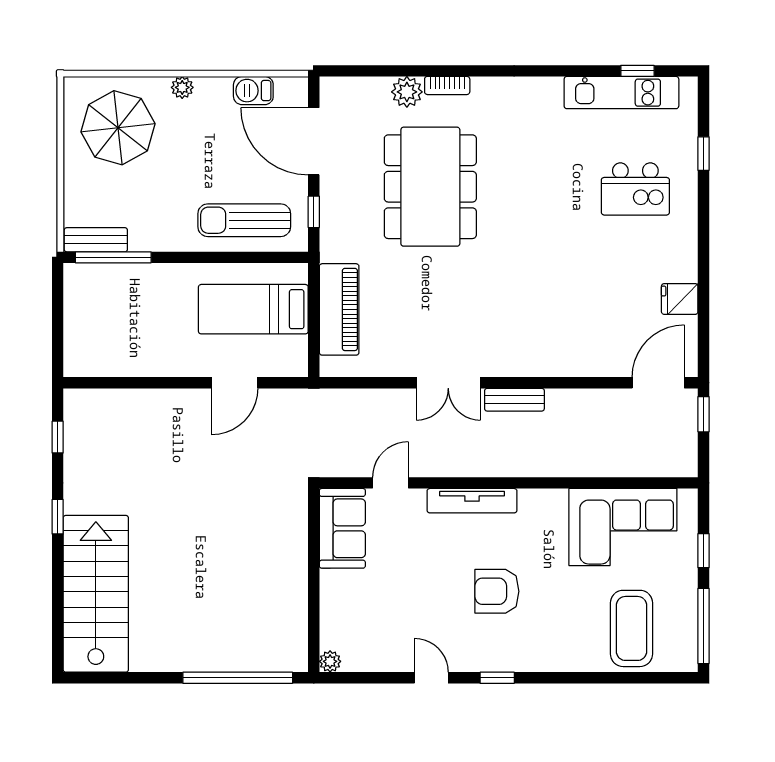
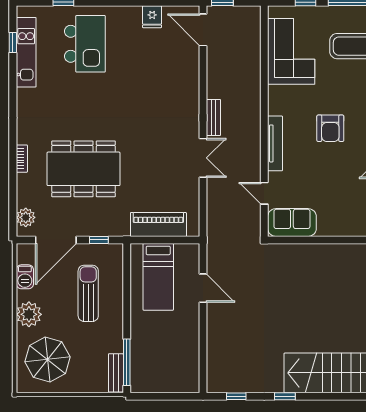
plant: (182, 87) -> (29, 314), width x1.88, depth x1.88
plant: (407, 92) -> (26, 217), moved
kitchen island: (635, 189) -> (85, 44), width x1.37, depth x1.28
sun lounger: (244, 220) -> (88, 293), moved, turned 180

